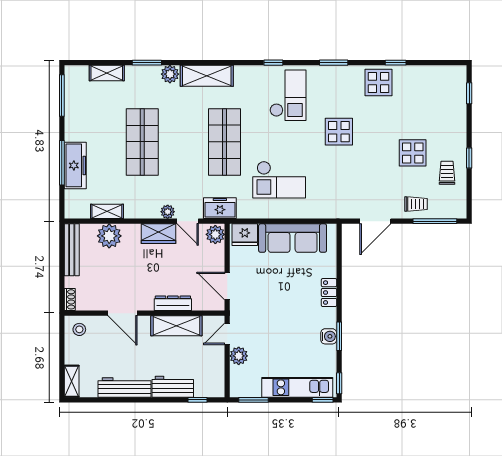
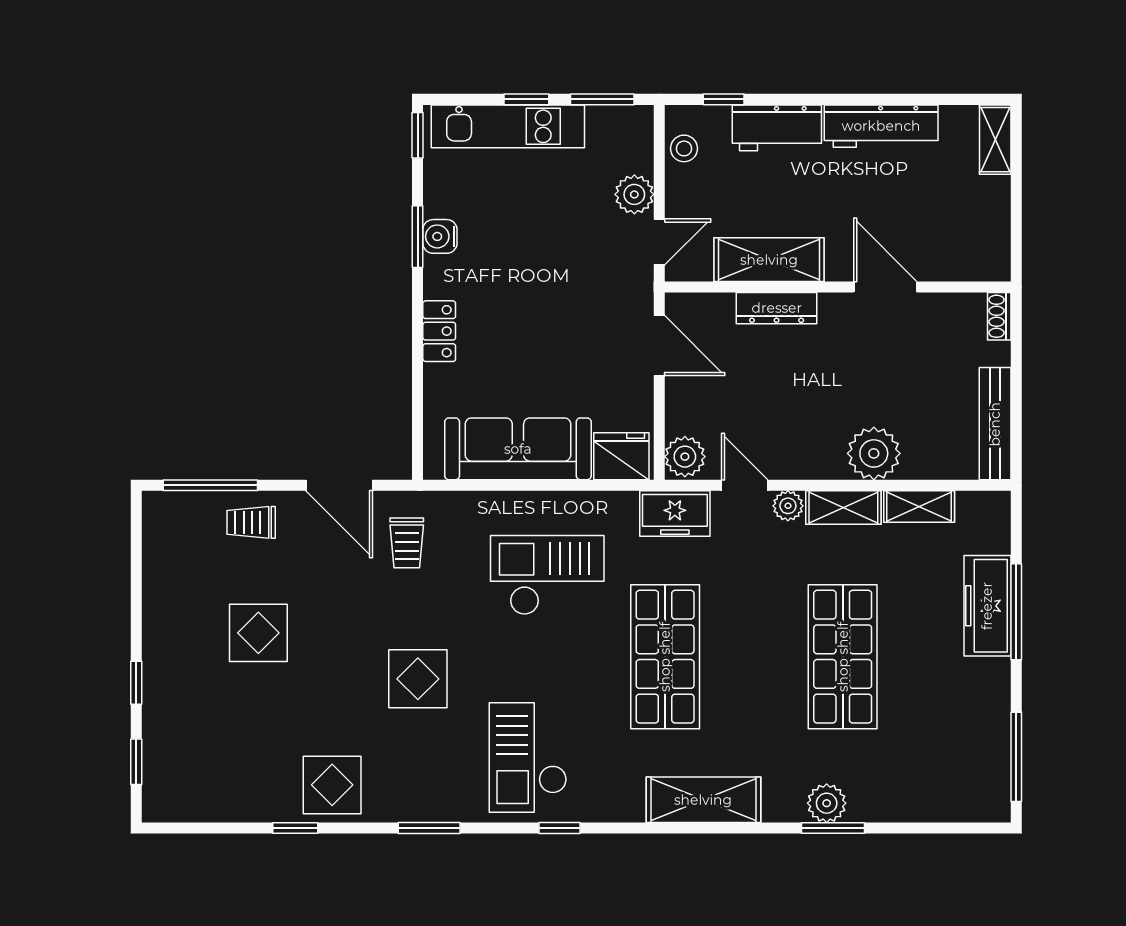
shelving: (107, 73) -> (843, 508), moved
plant: (170, 74) -> (827, 803), moved
window: (469, 158) -> (136, 683), moved
trolley: (447, 173) -> (407, 543), moved
door: (375, 221) -> (339, 485), swing flipped
wardrobe: (159, 234) -> (807, 458), removed
plant: (109, 236) -> (874, 453), moved
stool: (79, 329) -> (684, 148), moved
window: (323, 400) -> (526, 99), moved

